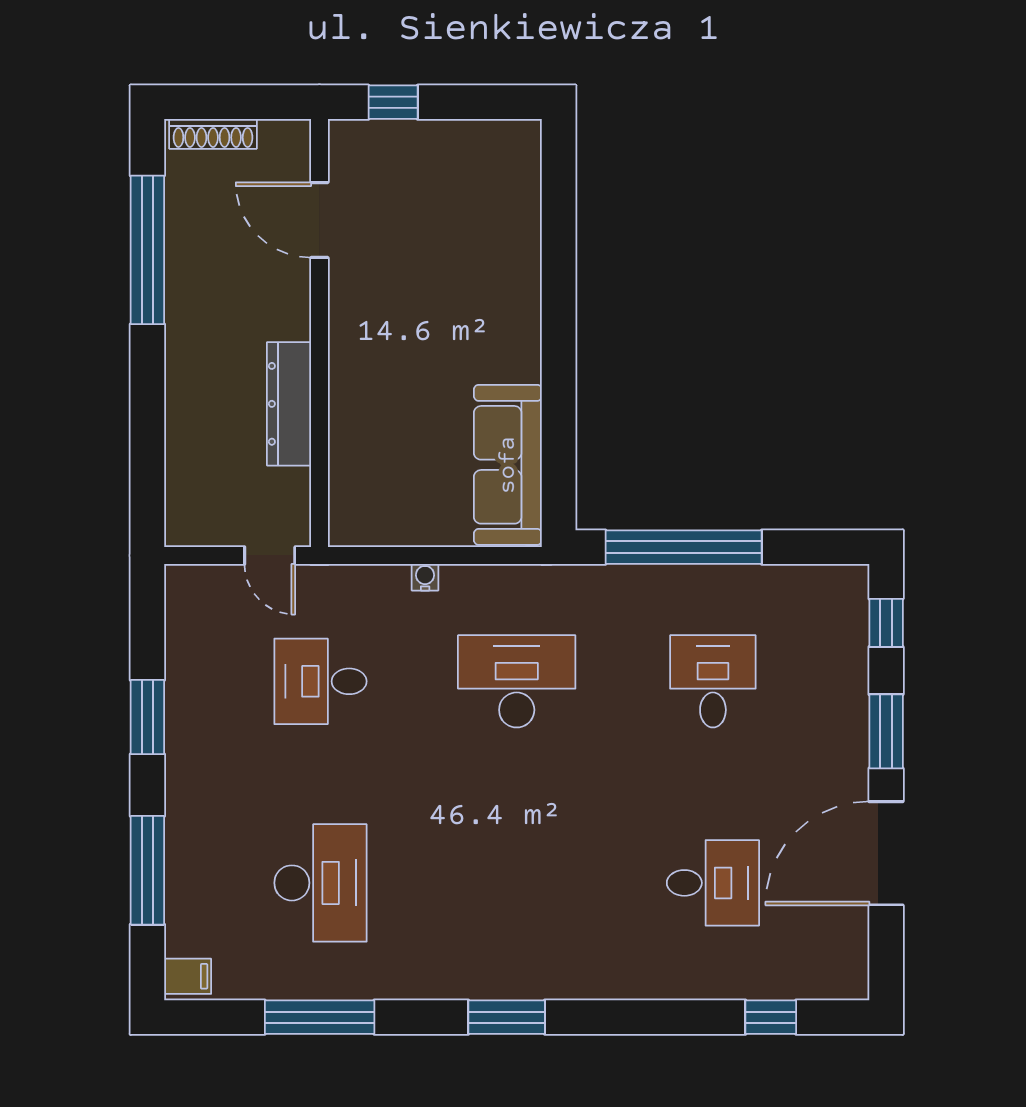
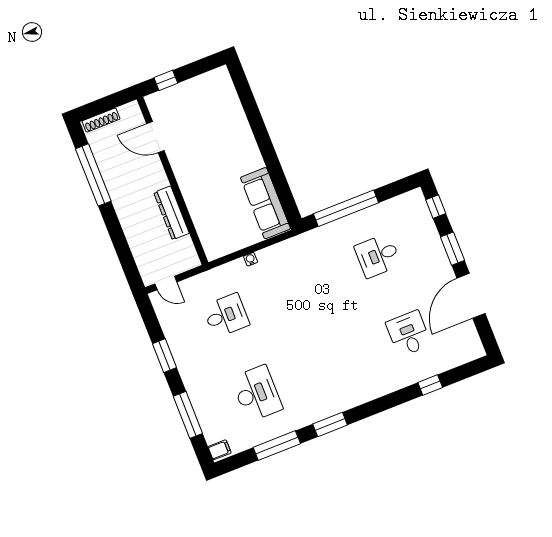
door: (270, 555) -> (166, 283), moved
desk: (320, 681) -> (226, 315), turned 180
desk: (517, 681) -> (302, 286), removed
desk: (713, 681) -> (378, 256), turned -90
desk: (713, 883) -> (409, 334), turned -90
window: (507, 1017) -> (330, 424), moved
window: (771, 1017) -> (430, 385), moved

